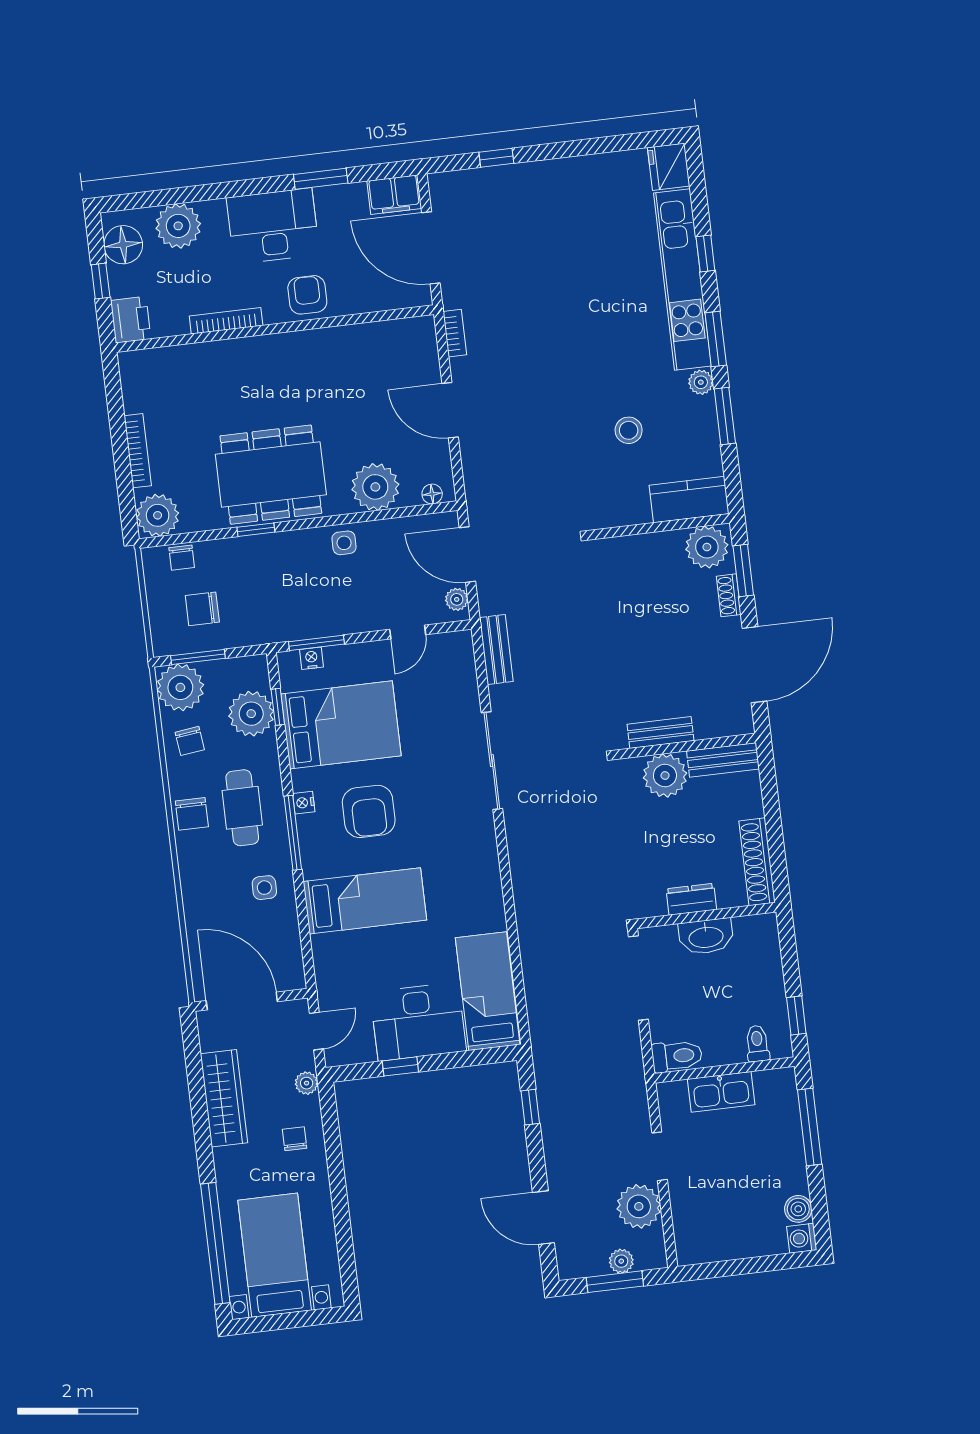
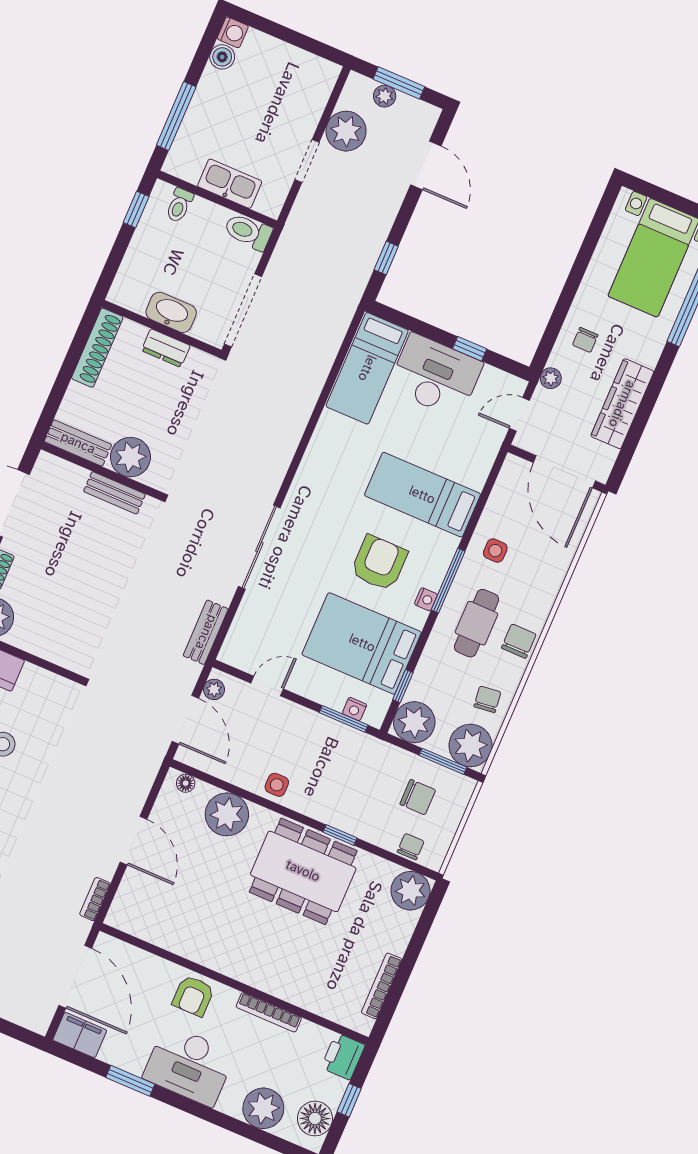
bookcase: (138, 451) -> (382, 986), moved
plant: (251, 714) -> (414, 722), moved

